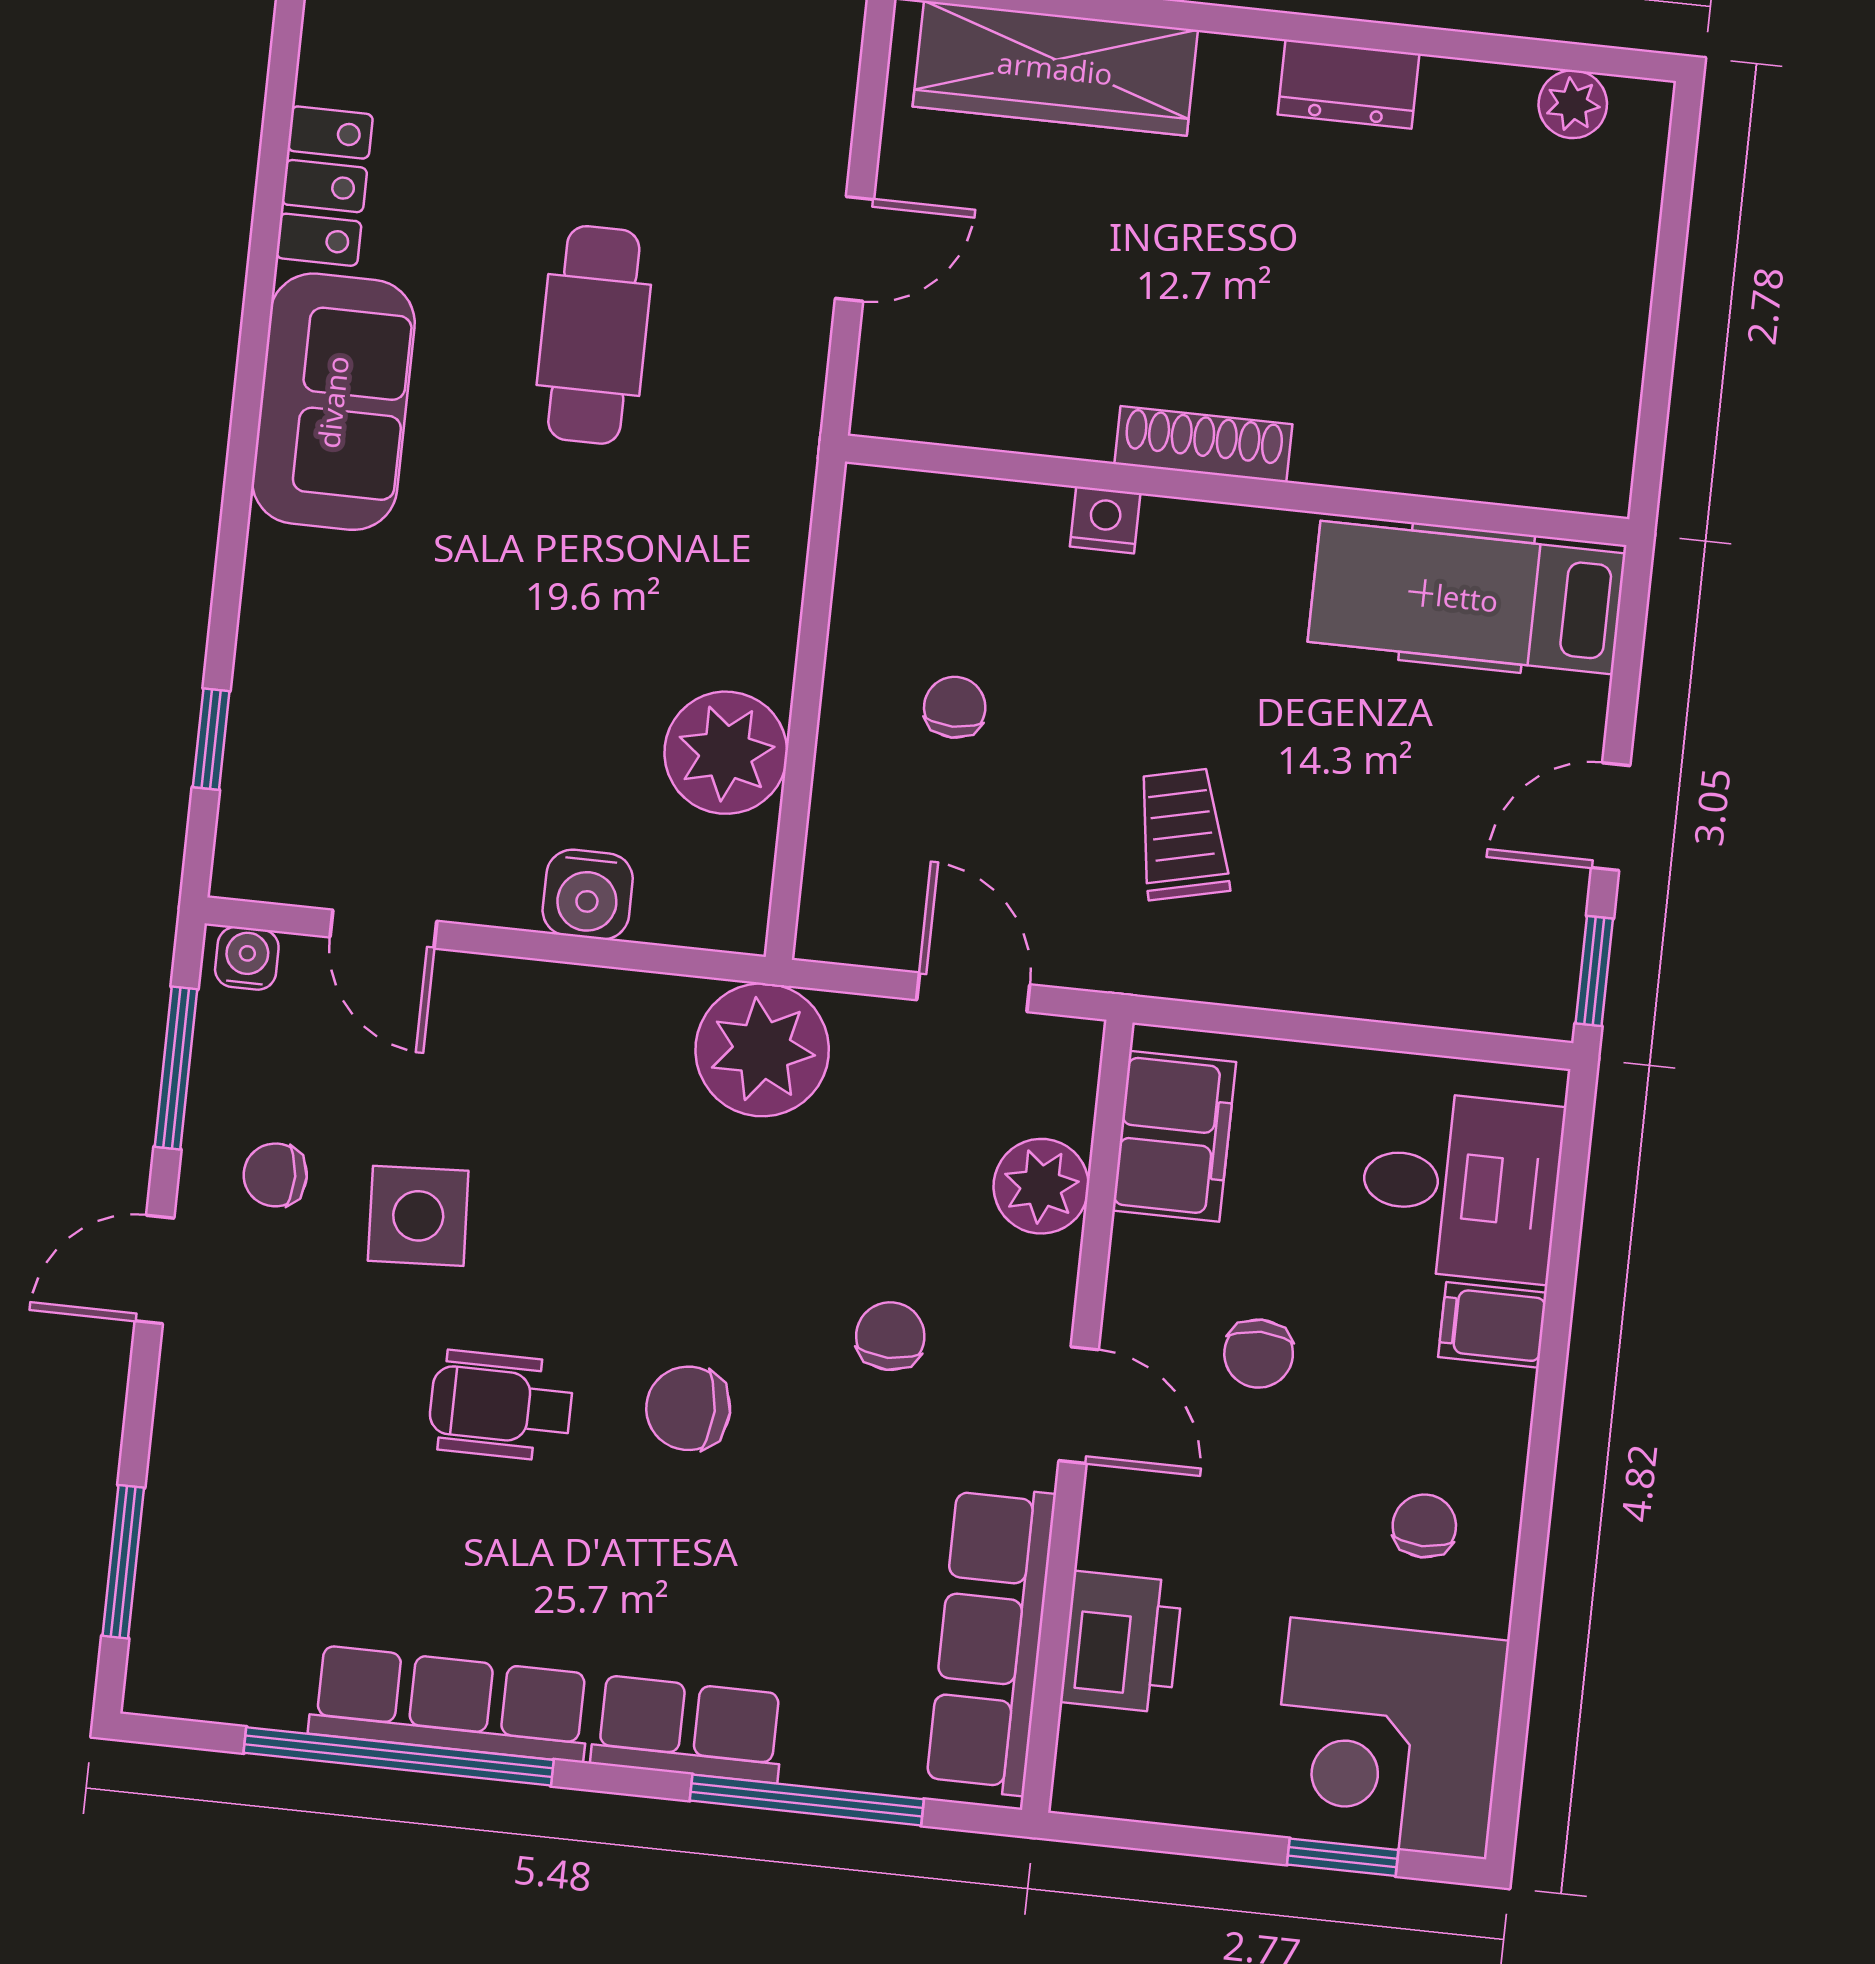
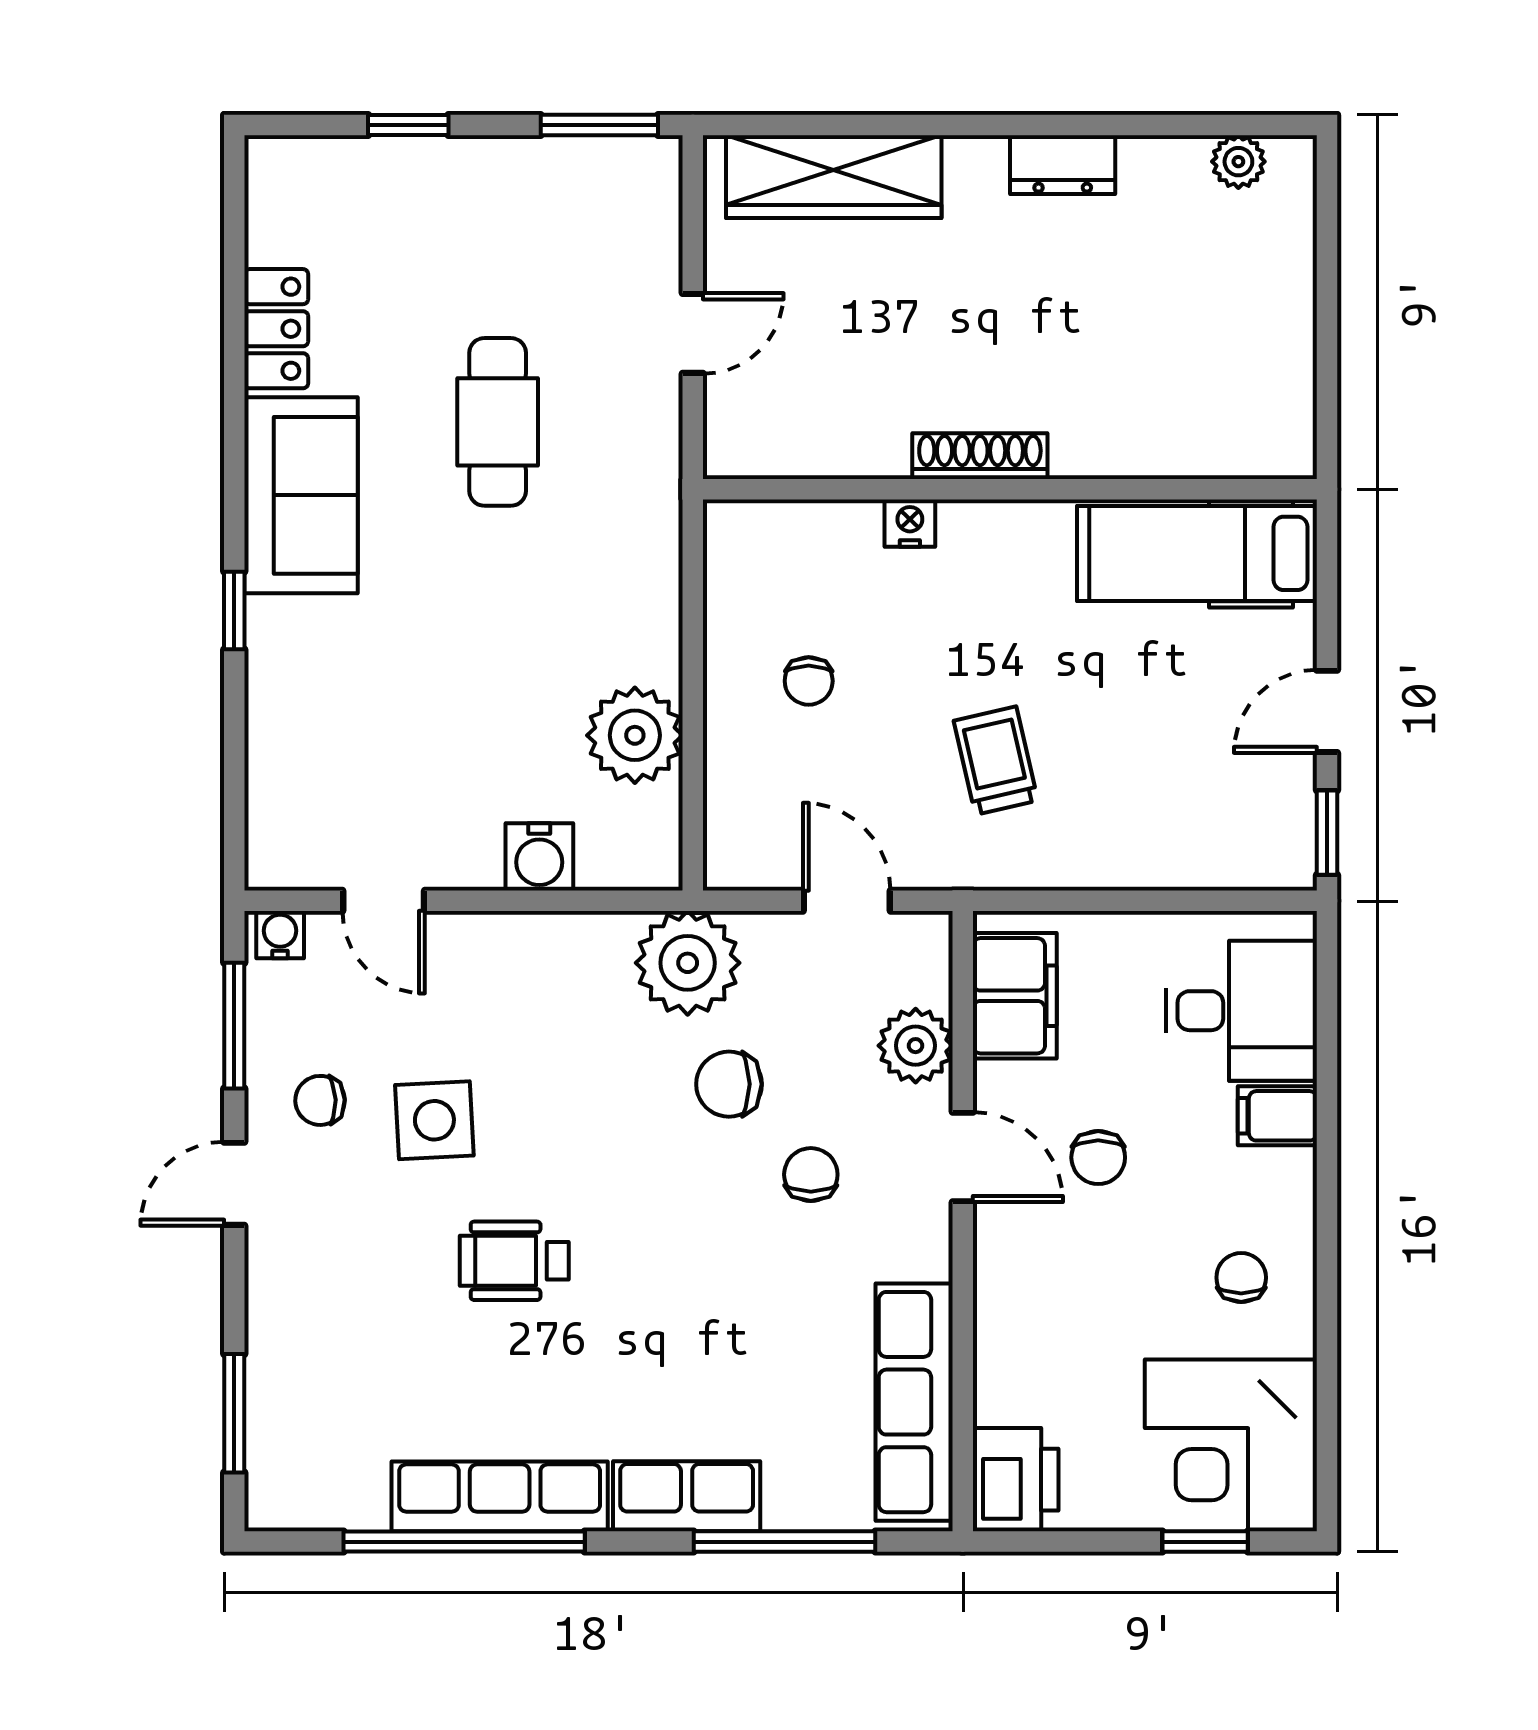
chair: (955, 707) -> (809, 681), turned 180
window: (211, 739) -> (234, 610), moved
door: (1079, 1405) -> (963, 1157), moved
chair: (688, 1408) -> (729, 1084), moved
printer: (1121, 1642) -> (1016, 1480), moved

